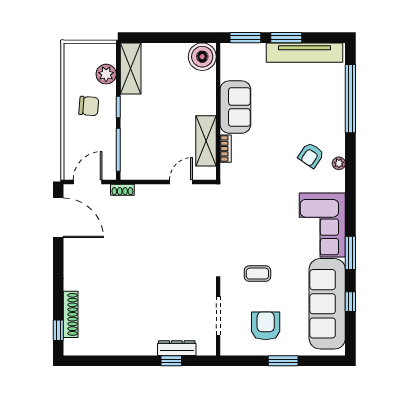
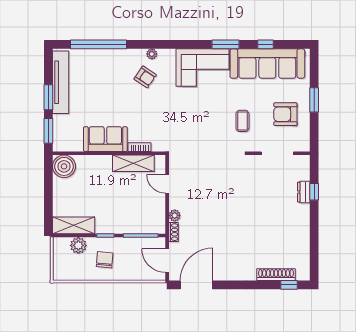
plant: (143, 191) -> (175, 215), added
dresser: (177, 348) -> (304, 192), width x0.70

